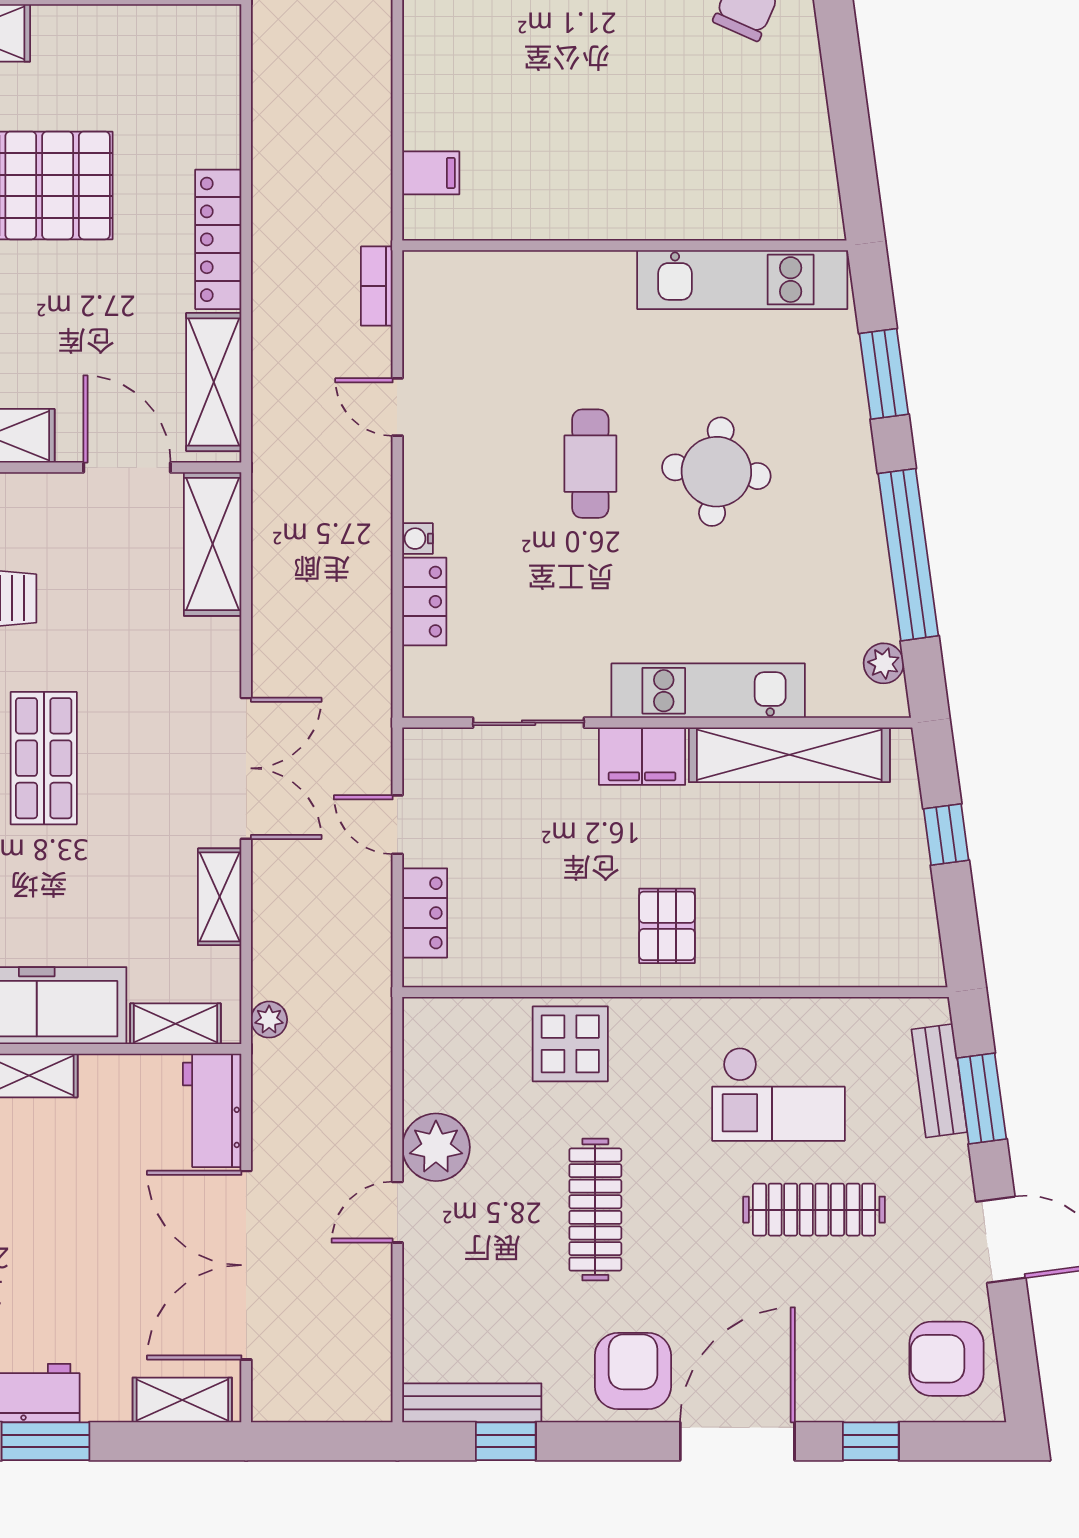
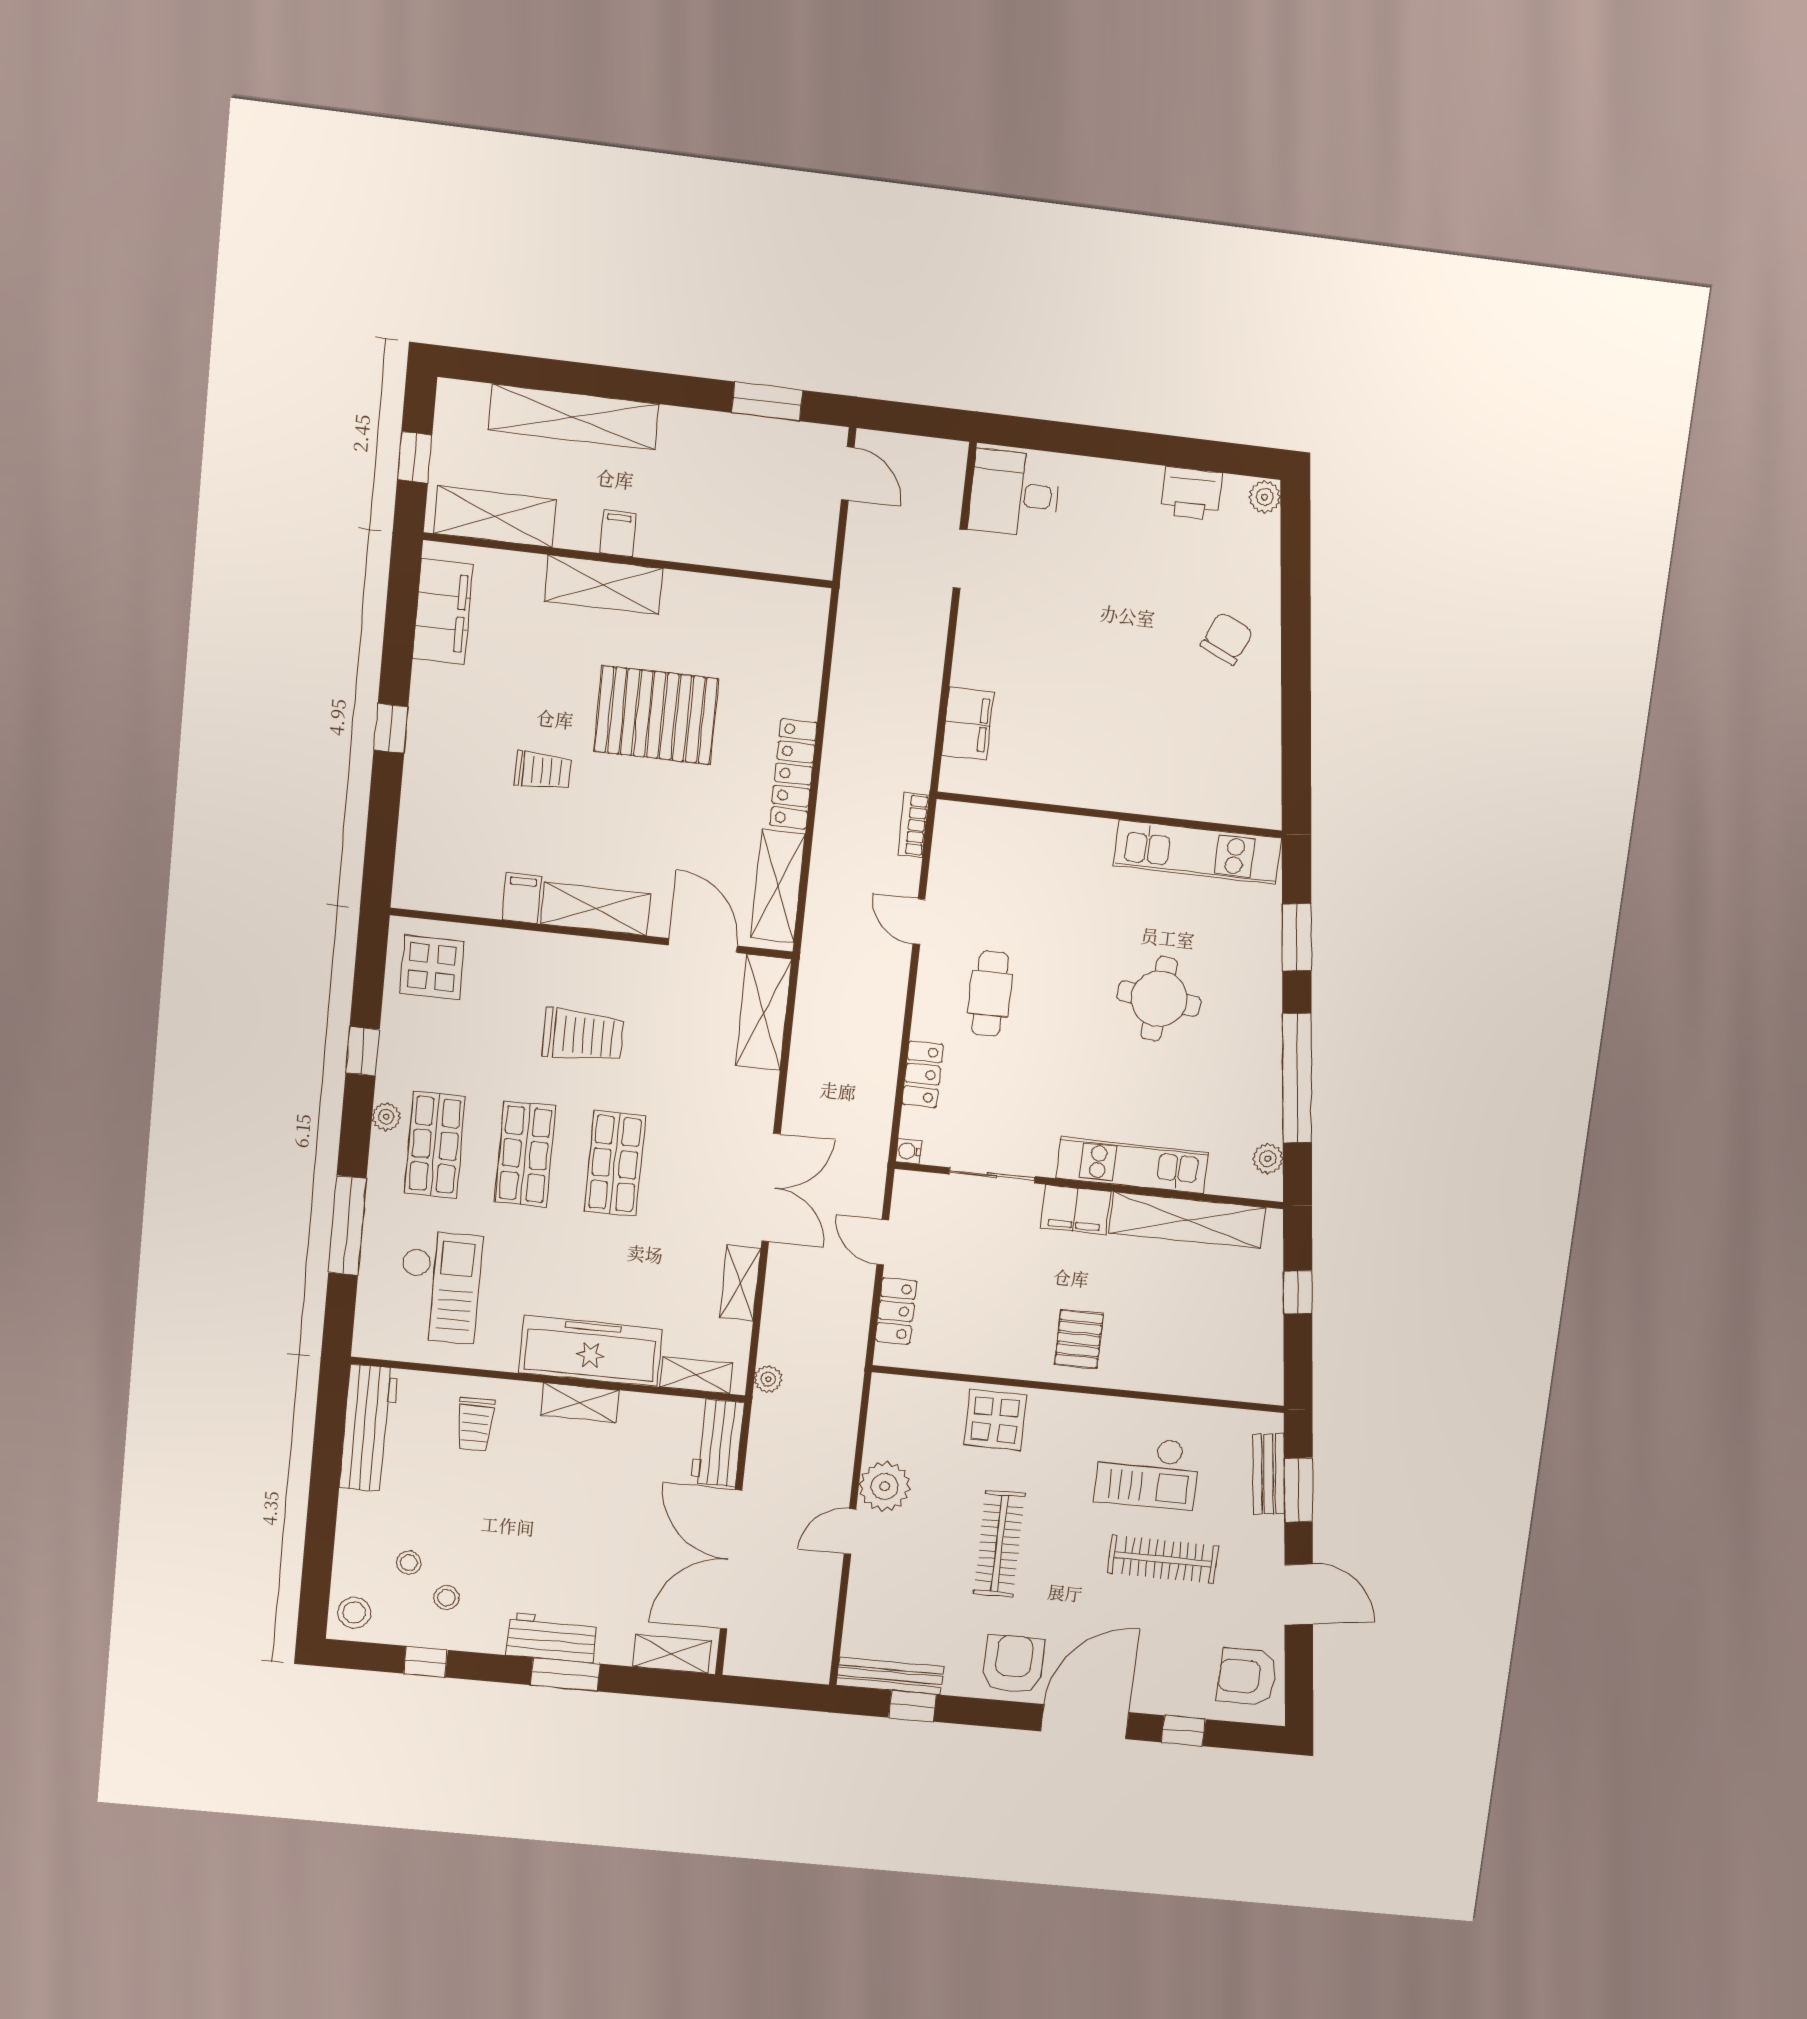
filing cabinet: (431, 173) -> (968, 723), width x2.00
cafe table: (590, 464) -> (990, 994), moved
water cooler: (417, 539) -> (909, 1151), moved

